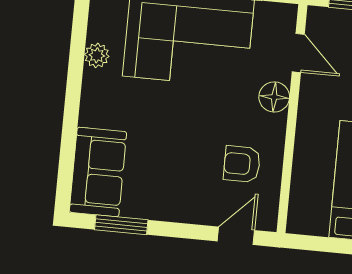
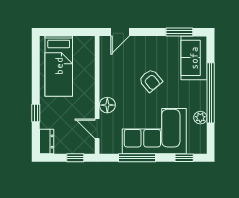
window: (72, 101) -> (211, 93), added
armchair: (242, 164) -> (151, 81), moved, turned 50

